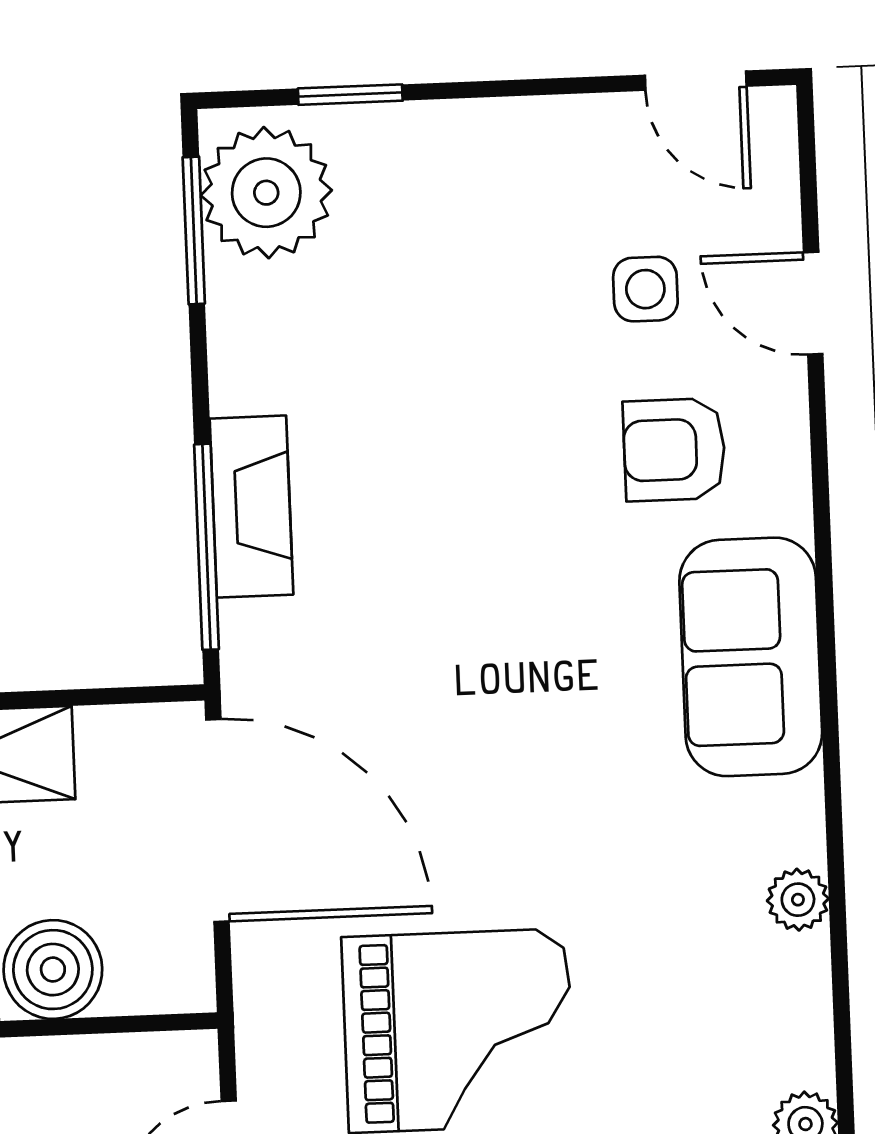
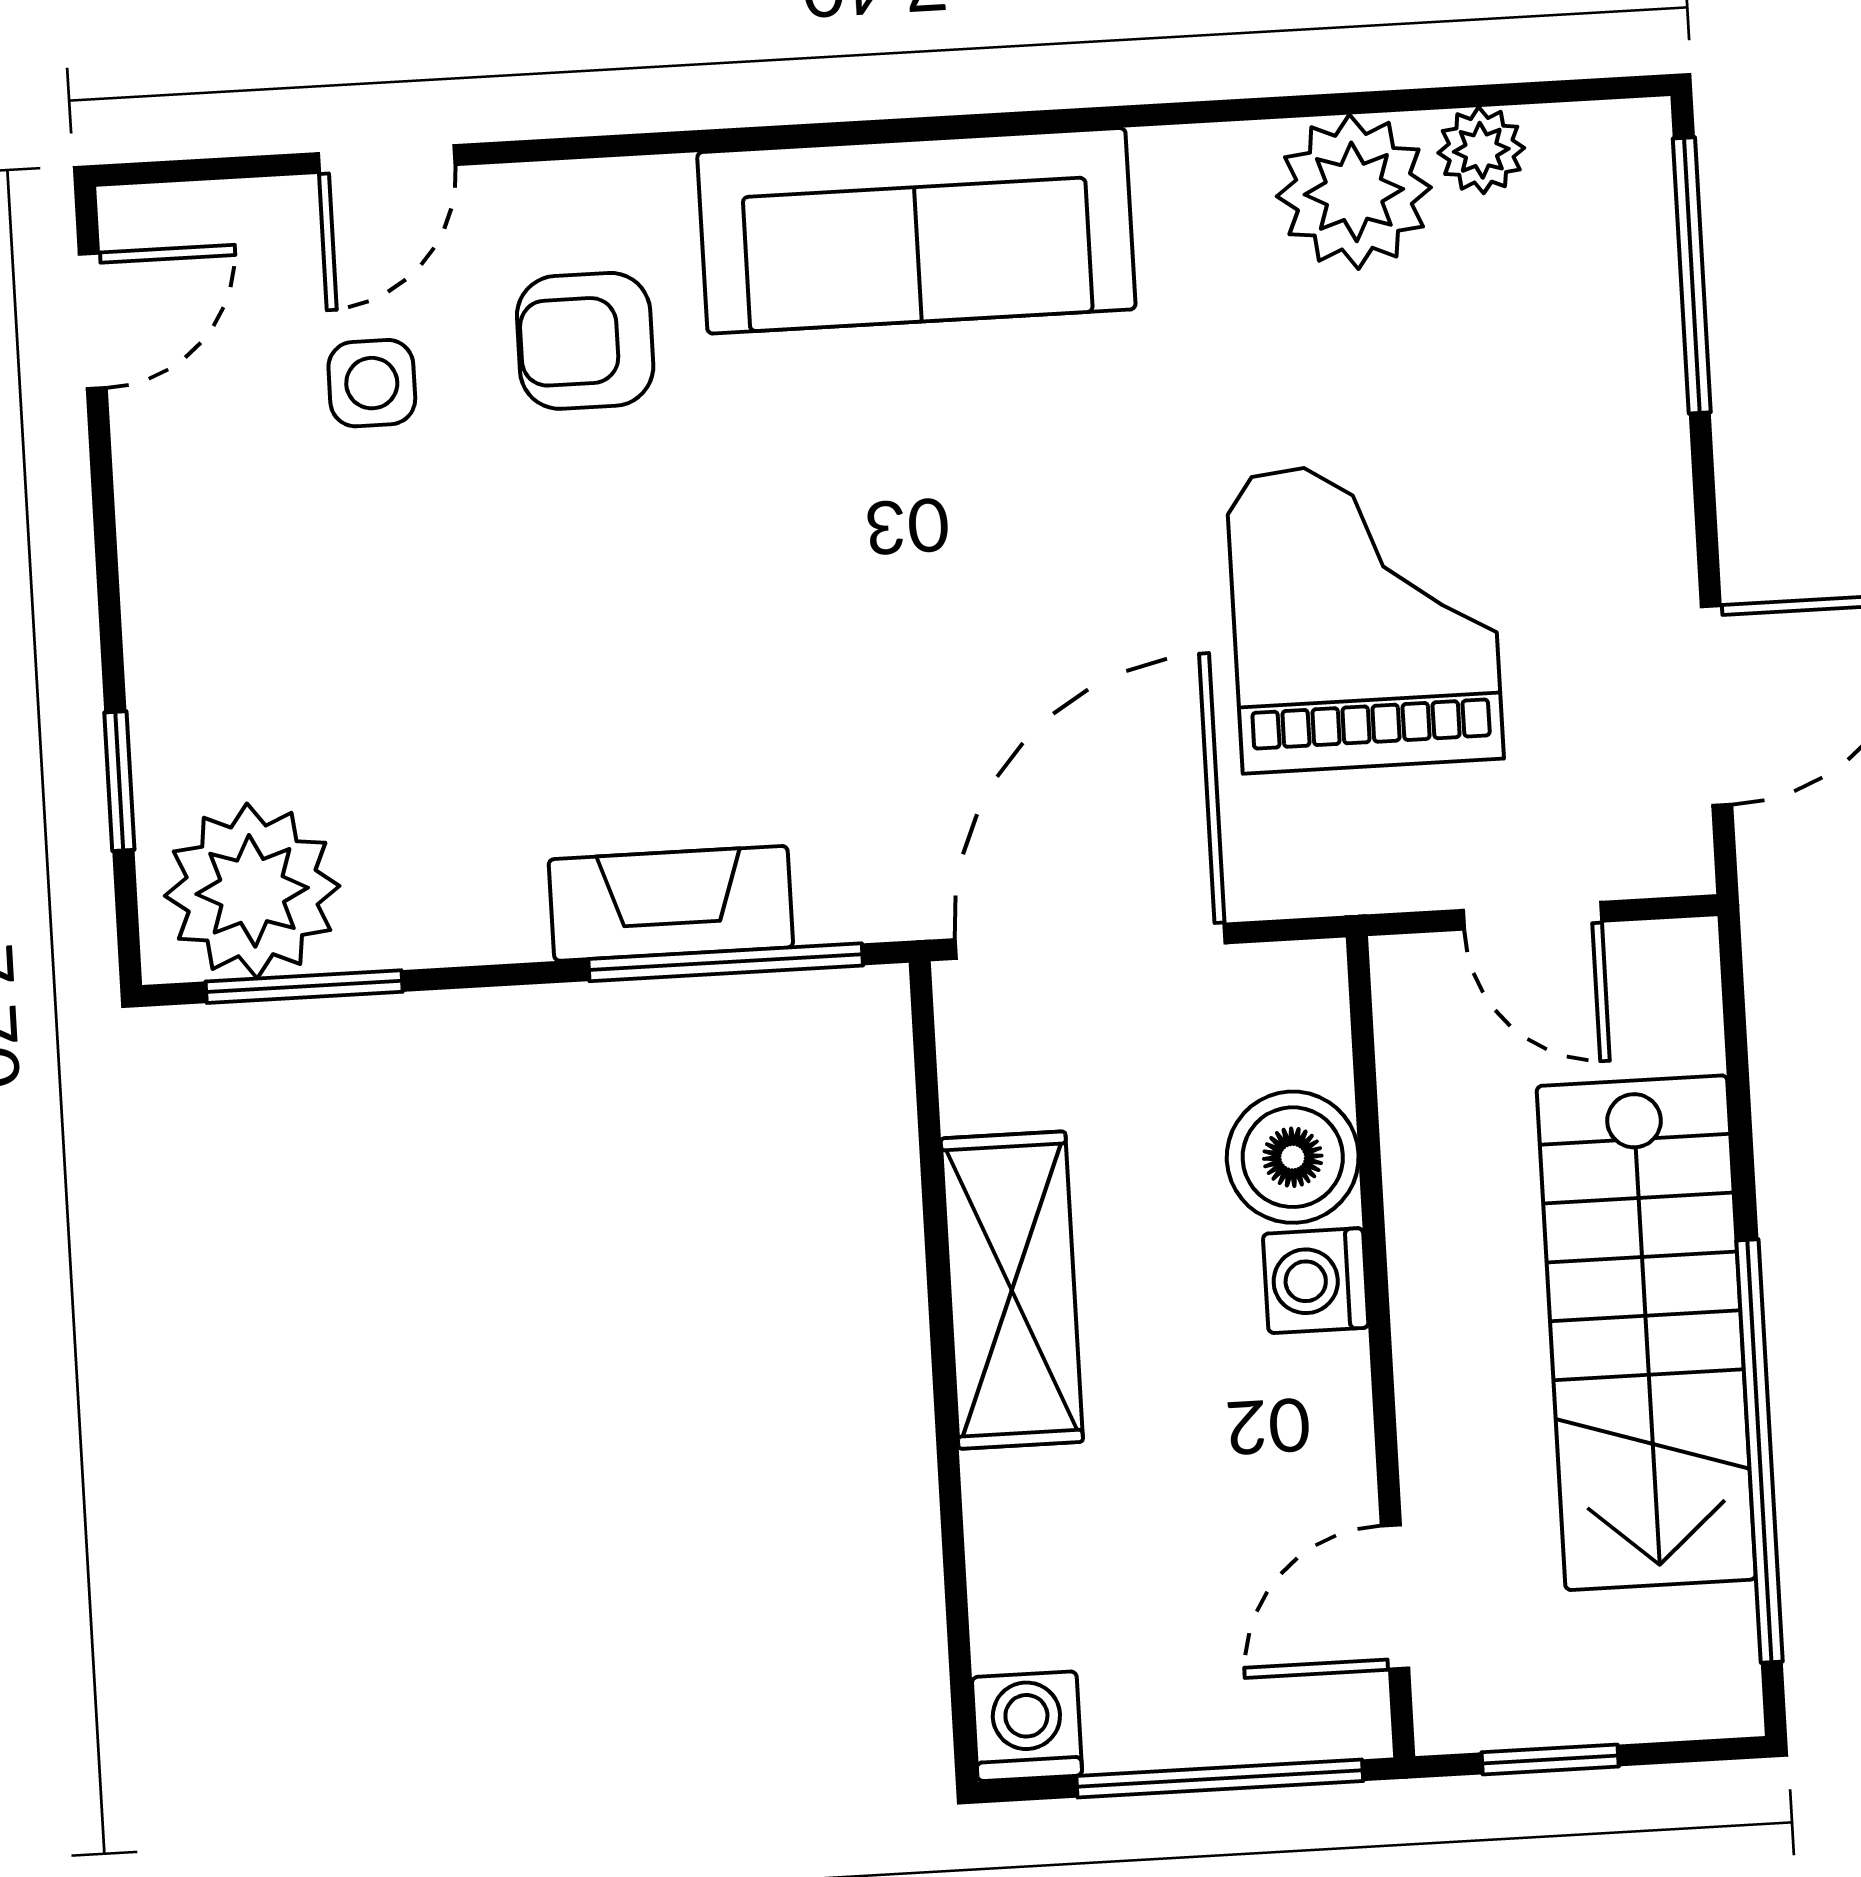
armchair: (674, 450) -> (585, 341), turned 90
sofa: (751, 657) -> (916, 231), width x1.36
plant: (798, 900) -> (1354, 192), moved, width x1.88, depth x1.88

